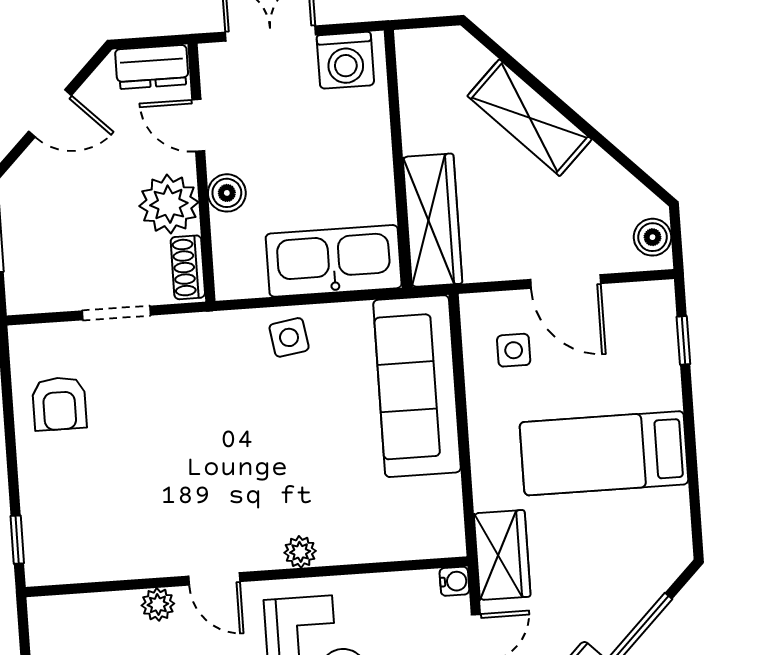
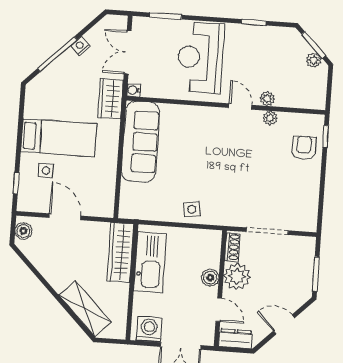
shelving: (529, 118) -> (85, 309), moved
kitchen sink: (334, 261) -> (150, 262), moved, turned -90
doorway: (116, 313) -> (267, 231), width x1.38
side table: (514, 350) -> (46, 171), moved
sofa: (417, 386) -> (141, 142), moved
armchair: (59, 404) -> (304, 148), moved
plant: (300, 552) -> (270, 118), moved

